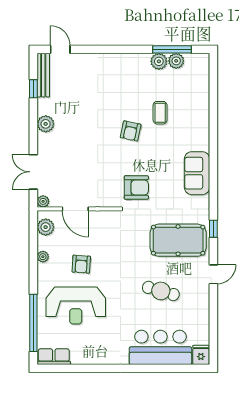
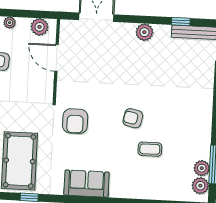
plant: (159, 61) -> (200, 186), moved
plant: (43, 201) -> (66, 26), removed
door: (75, 209) -> (57, 58), hinge flipped

